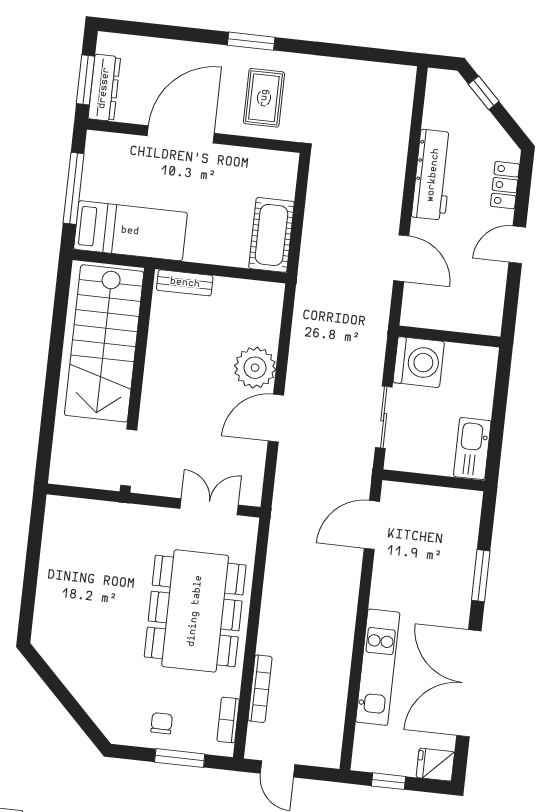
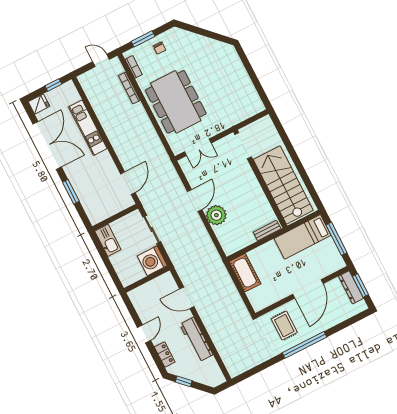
window: (251, 41) -> (304, 345), width x2.11
window: (484, 93) -> (184, 381), moved

